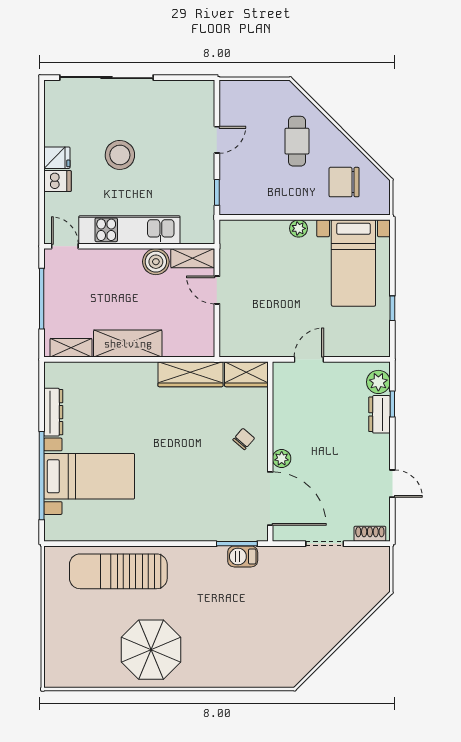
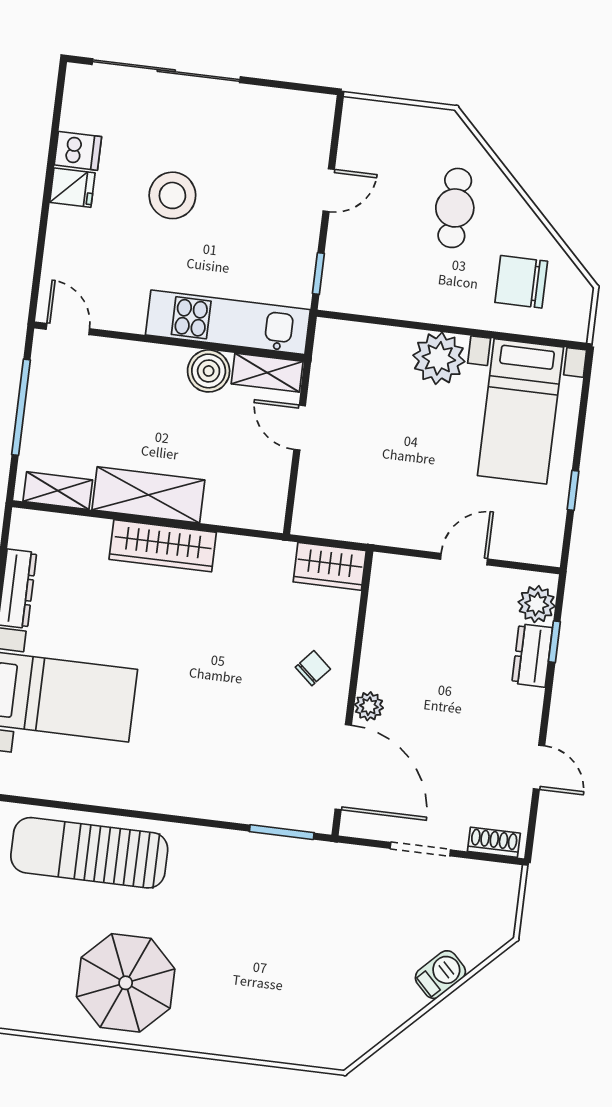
dishwasher: (57, 181) -> (78, 151), moved
plant: (299, 228) -> (439, 358), width x1.88, depth x1.88
kitchen unit: (129, 230) -> (228, 322), moved
door: (309, 359) -> (464, 559), moved
wardrobe: (190, 374) -> (163, 546), moved
barbecue: (243, 556) -> (440, 975), moved, turned 135

